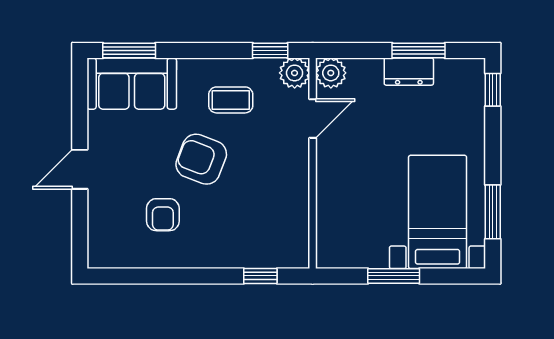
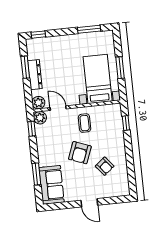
window: (129, 50) -> (36, 174), moved
dresser: (409, 72) -> (35, 75), width x1.44
coffee table: (231, 100) -> (85, 123), moved
bed with nightstands: (438, 212) -> (98, 79), moved, turned 90
armchair: (163, 215) -> (105, 166), turned 51

